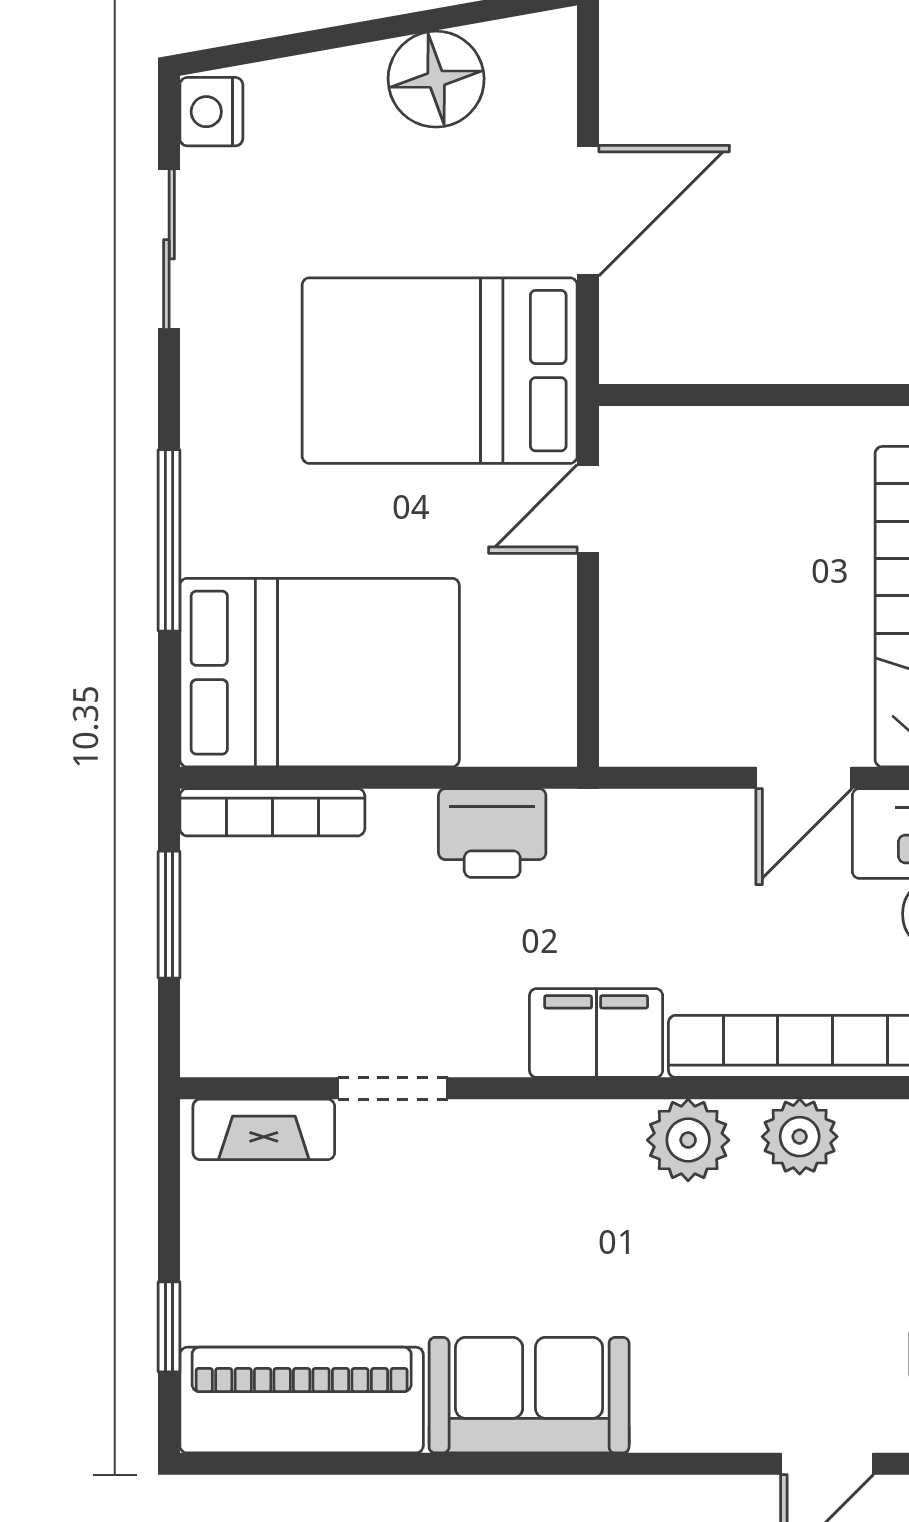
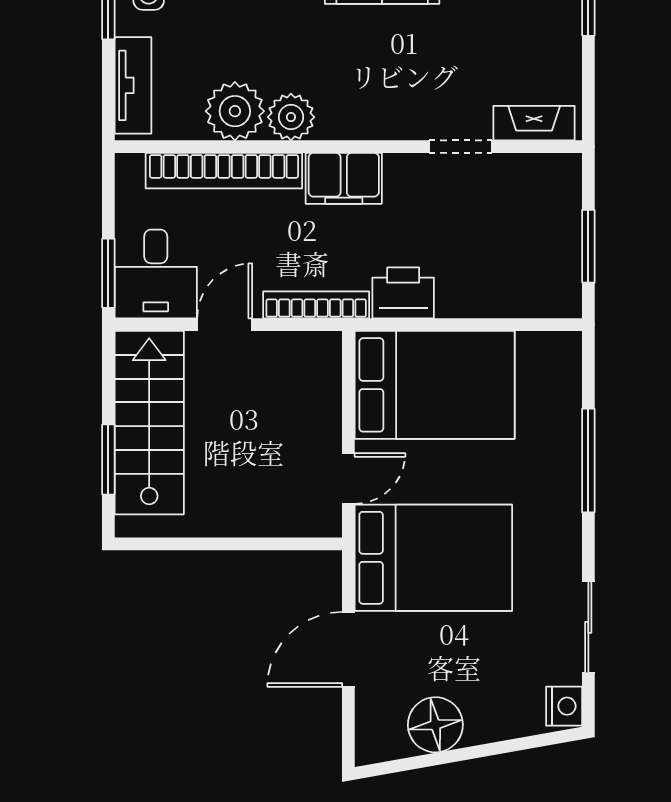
bed: (320, 673) -> (435, 385), moved, turned 180
bookcase: (272, 812) -> (316, 305), moved
plant: (800, 1137) -> (235, 111), width x1.36, depth x1.36

